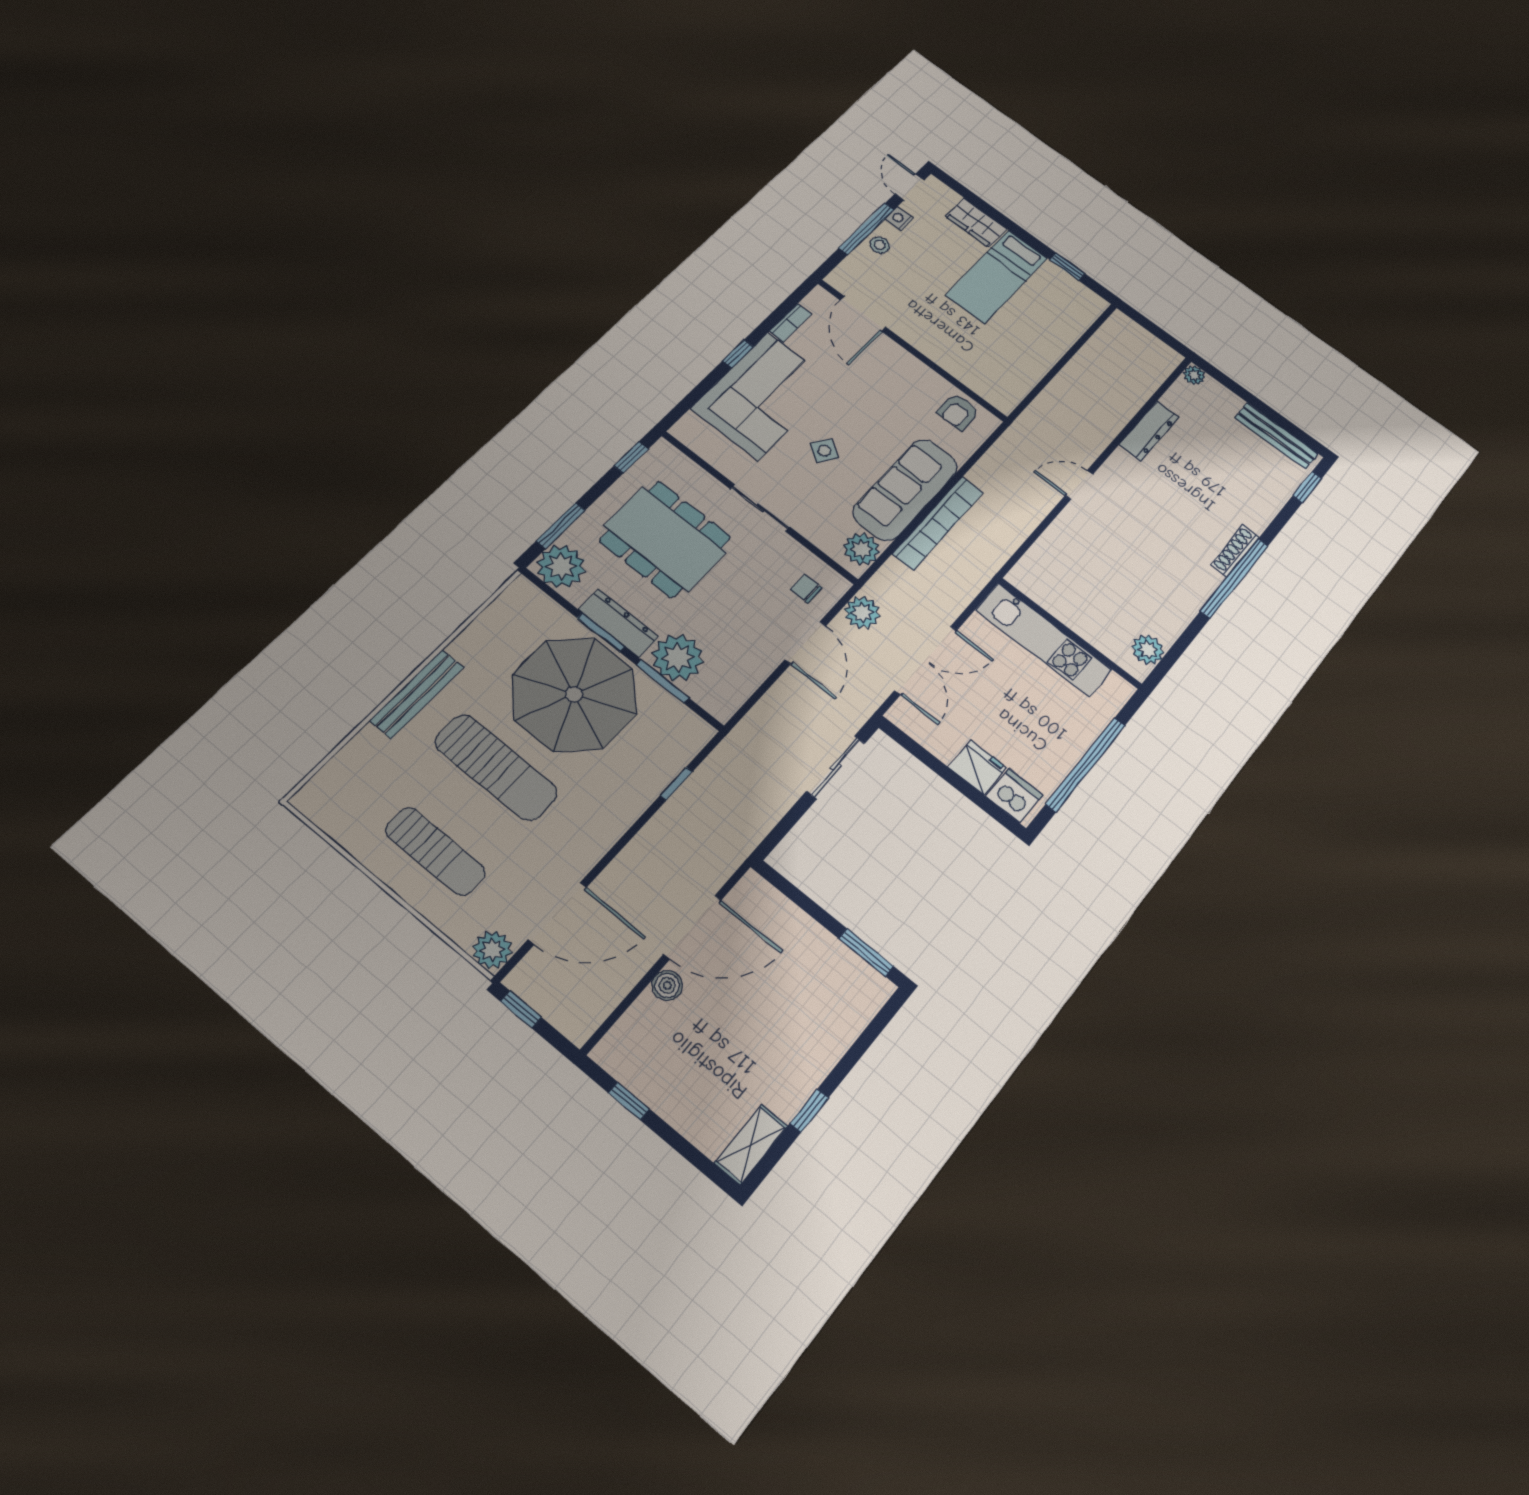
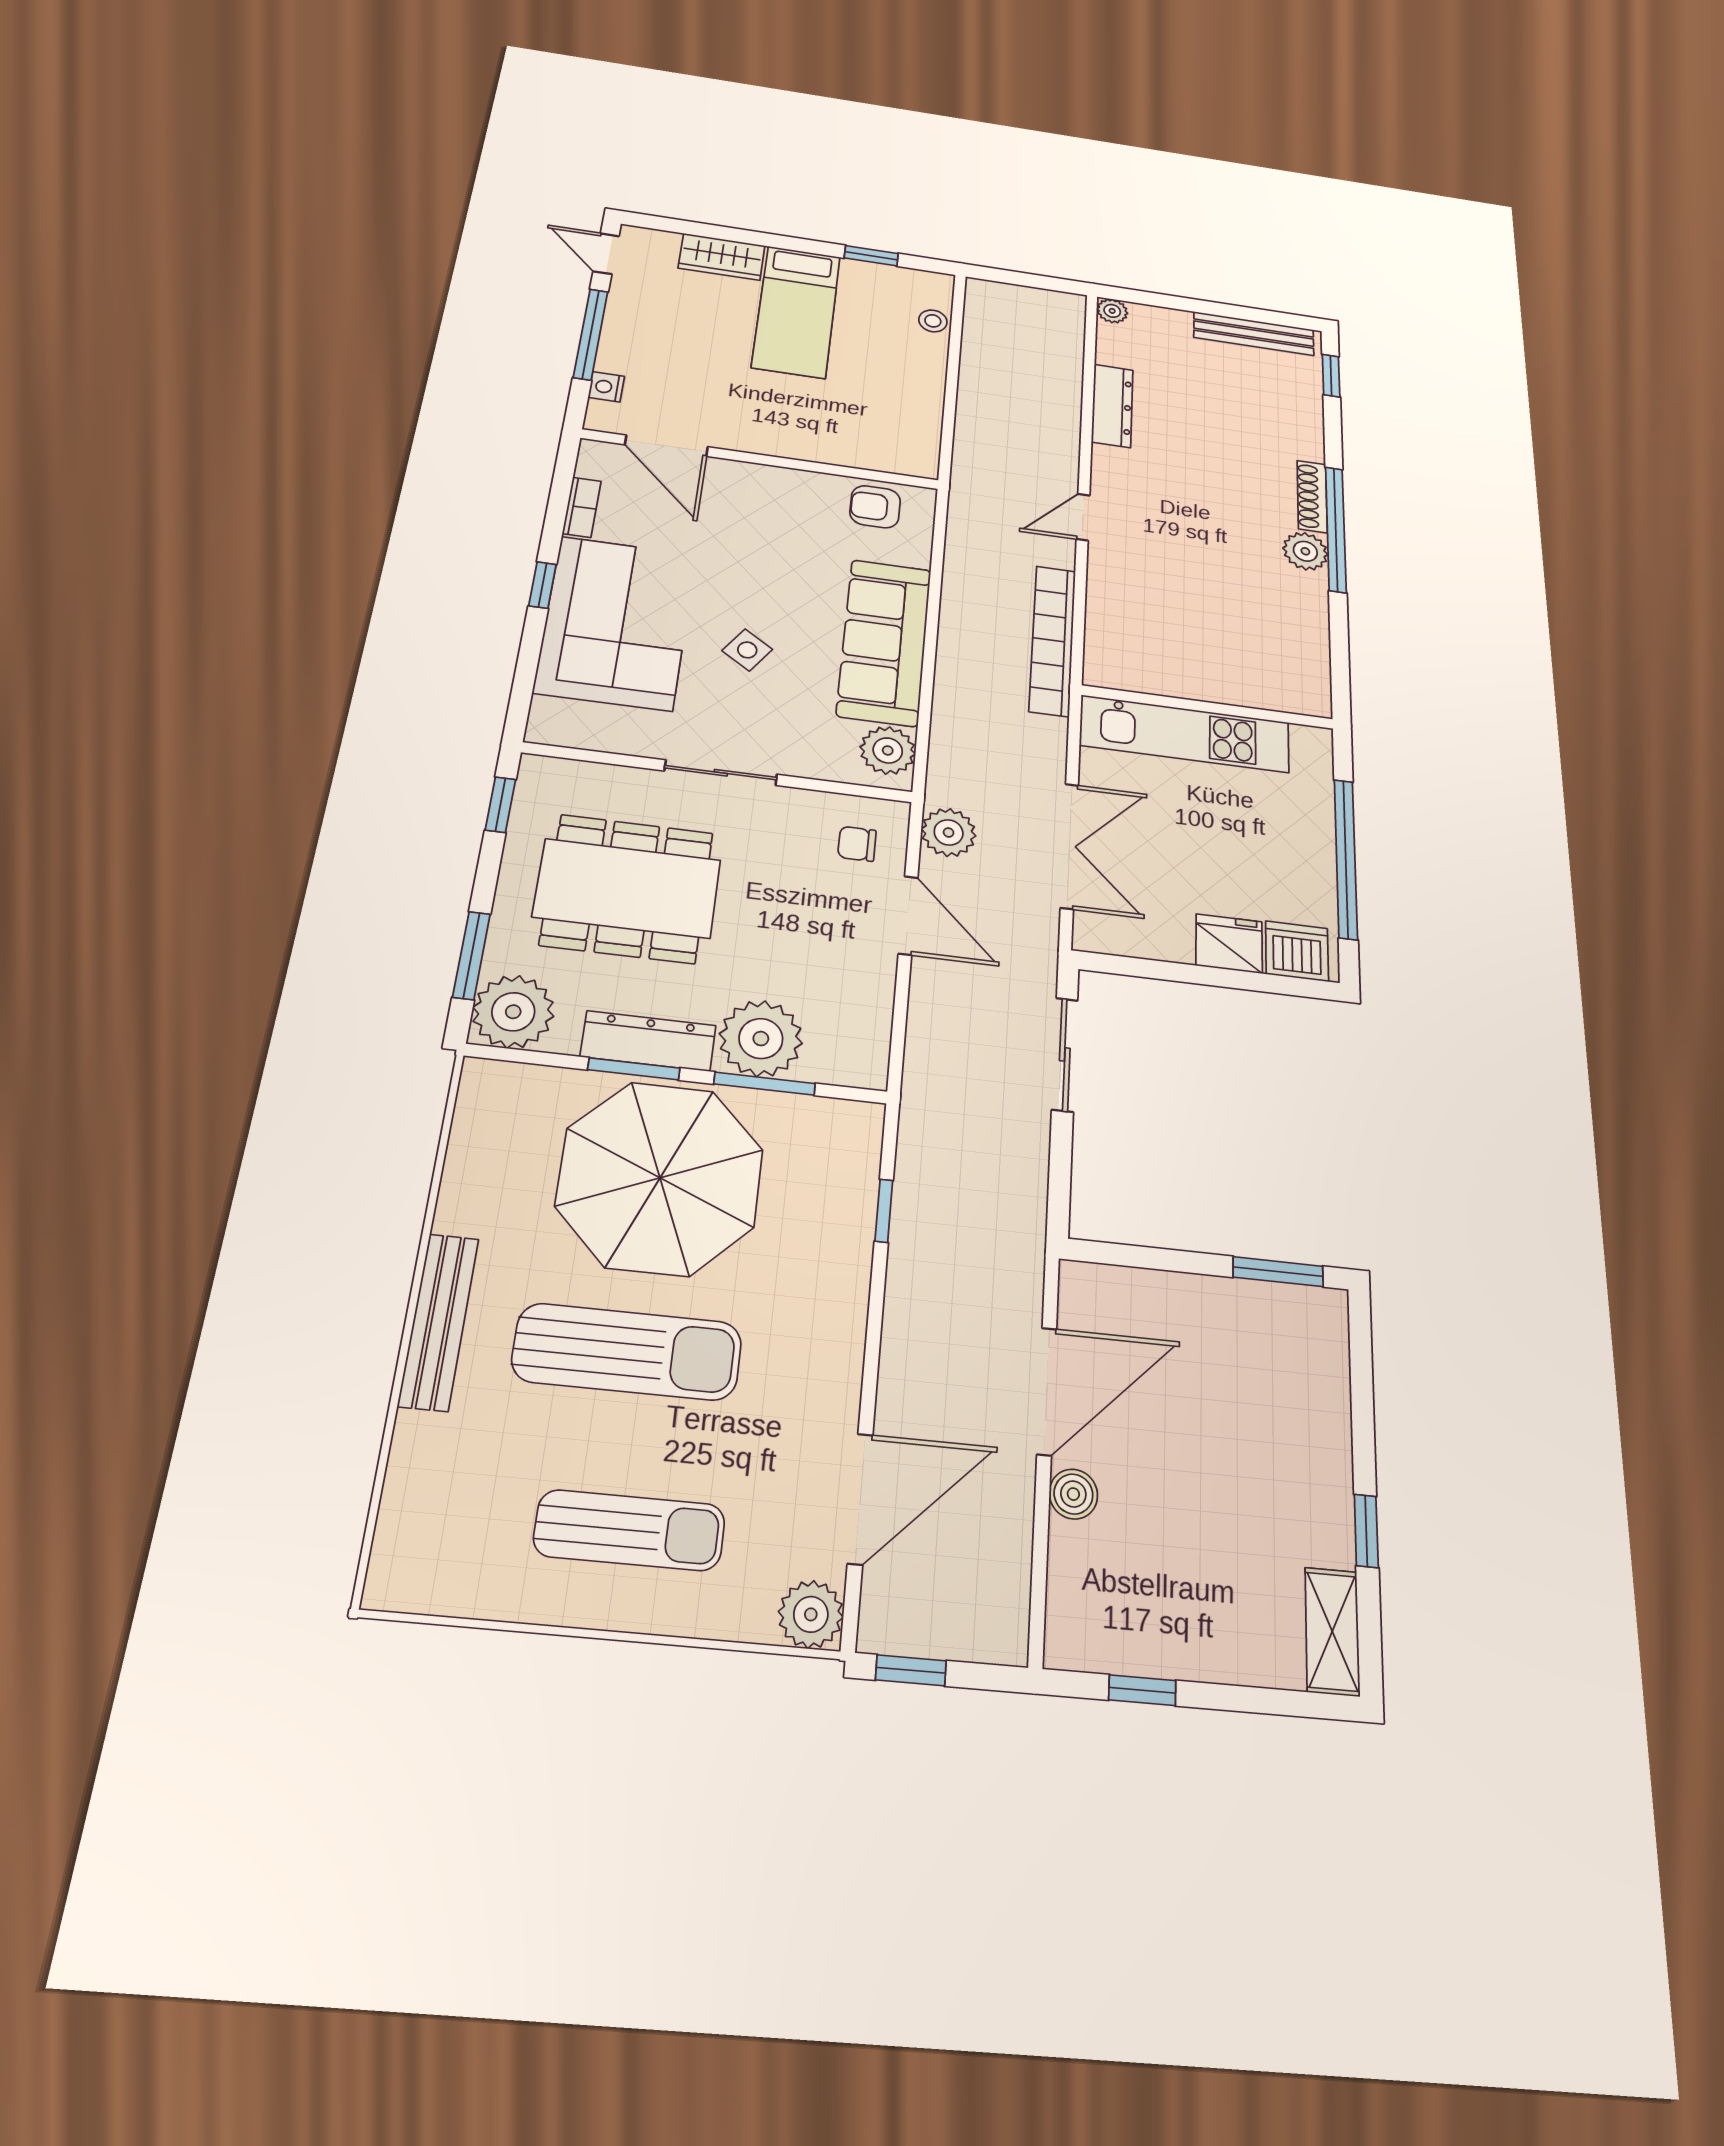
nightstand: (899, 218) -> (606, 387), moved
stool: (880, 245) -> (933, 321), moved
armchair: (958, 412) -> (875, 507), turned 90
bookcase: (938, 523) -> (1053, 640), moved, turned 180
plant: (1148, 650) -> (1305, 551), moved

